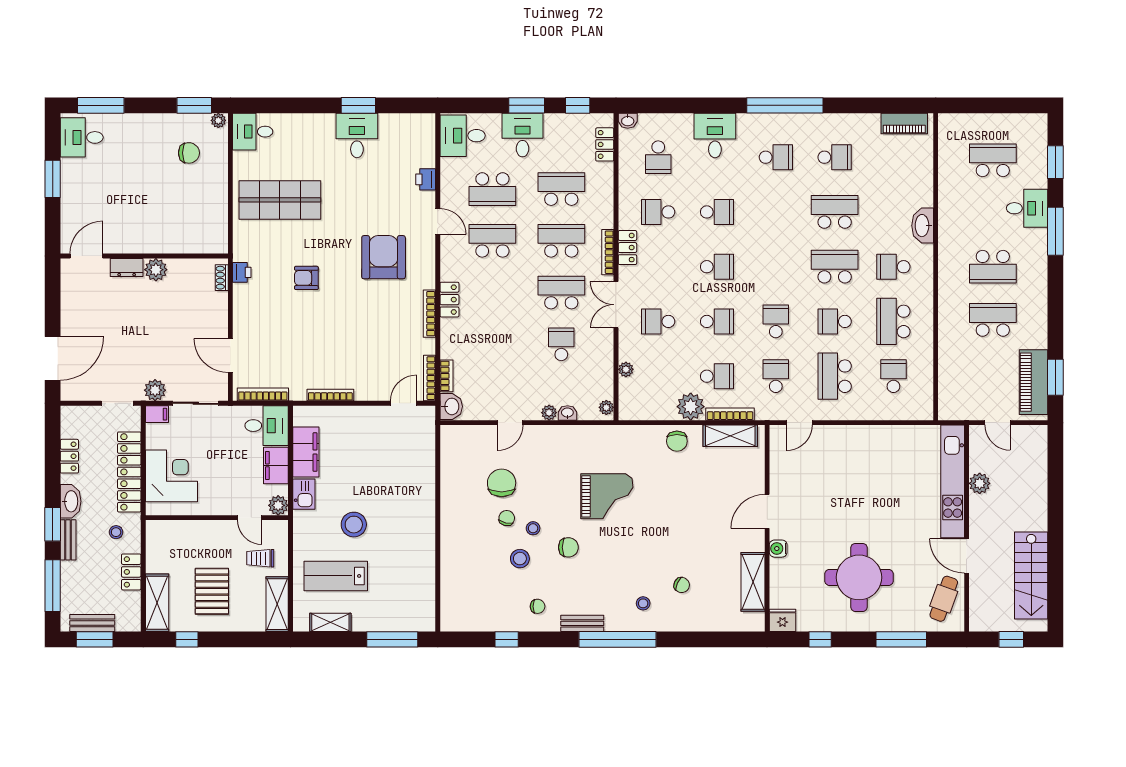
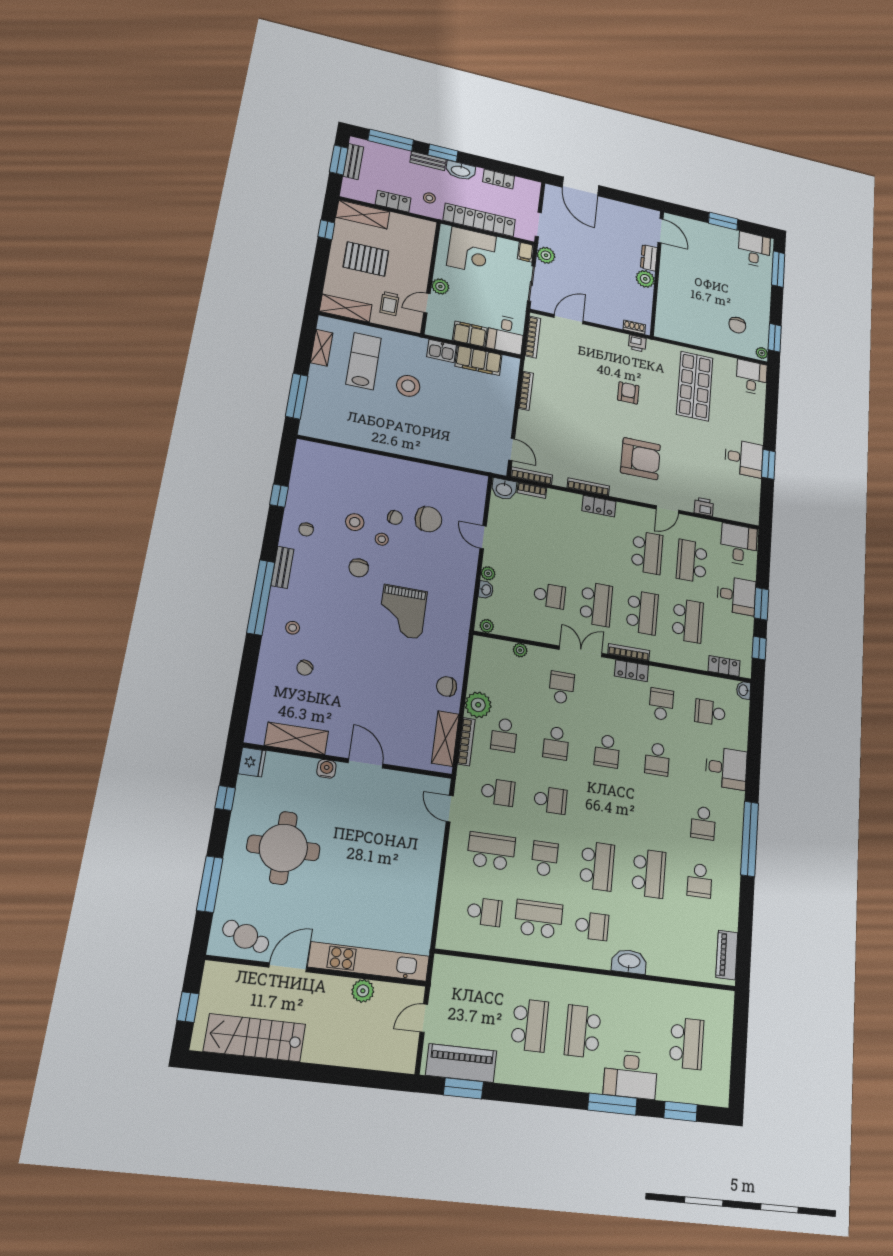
desk: (1027, 208) -> (631, 1074), width x1.37
school desk: (893, 267) -> (592, 926), turned 90
plant: (278, 505) -> (440, 286), moved
trolley: (260, 558) -> (389, 304), turned 180

